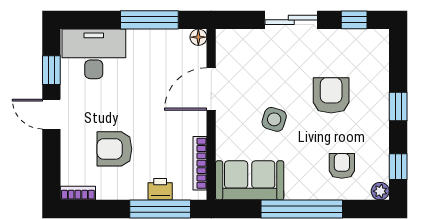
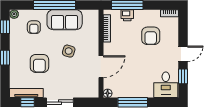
tv unit: (357, 38) -> (26, 93), added
desk: (94, 54) -> (166, 85), width x0.73
door: (51, 114) -> (183, 54), hinge flipped
armchair: (114, 149) -> (151, 36), turned 90
sofa: (250, 180) -> (65, 20), moved

